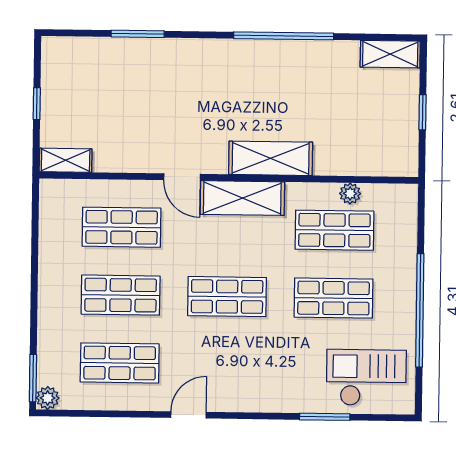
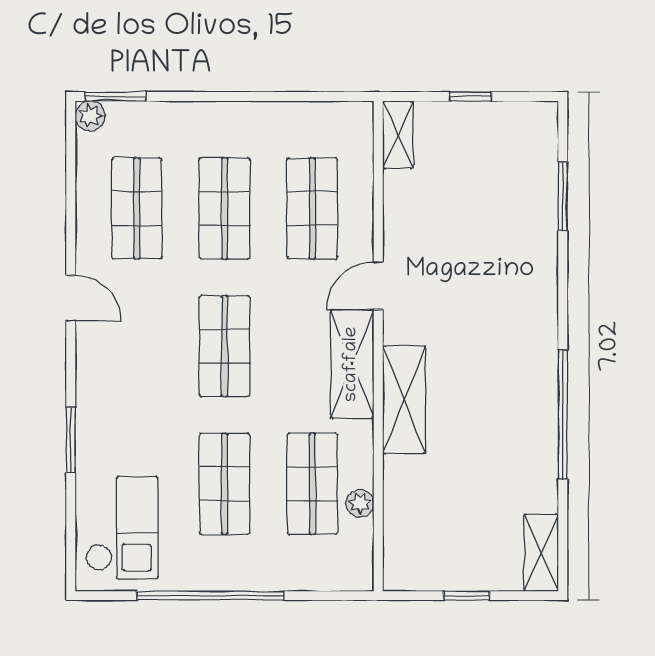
window: (138, 34) -> (563, 196), moved
window: (325, 417) -> (71, 440), moved

